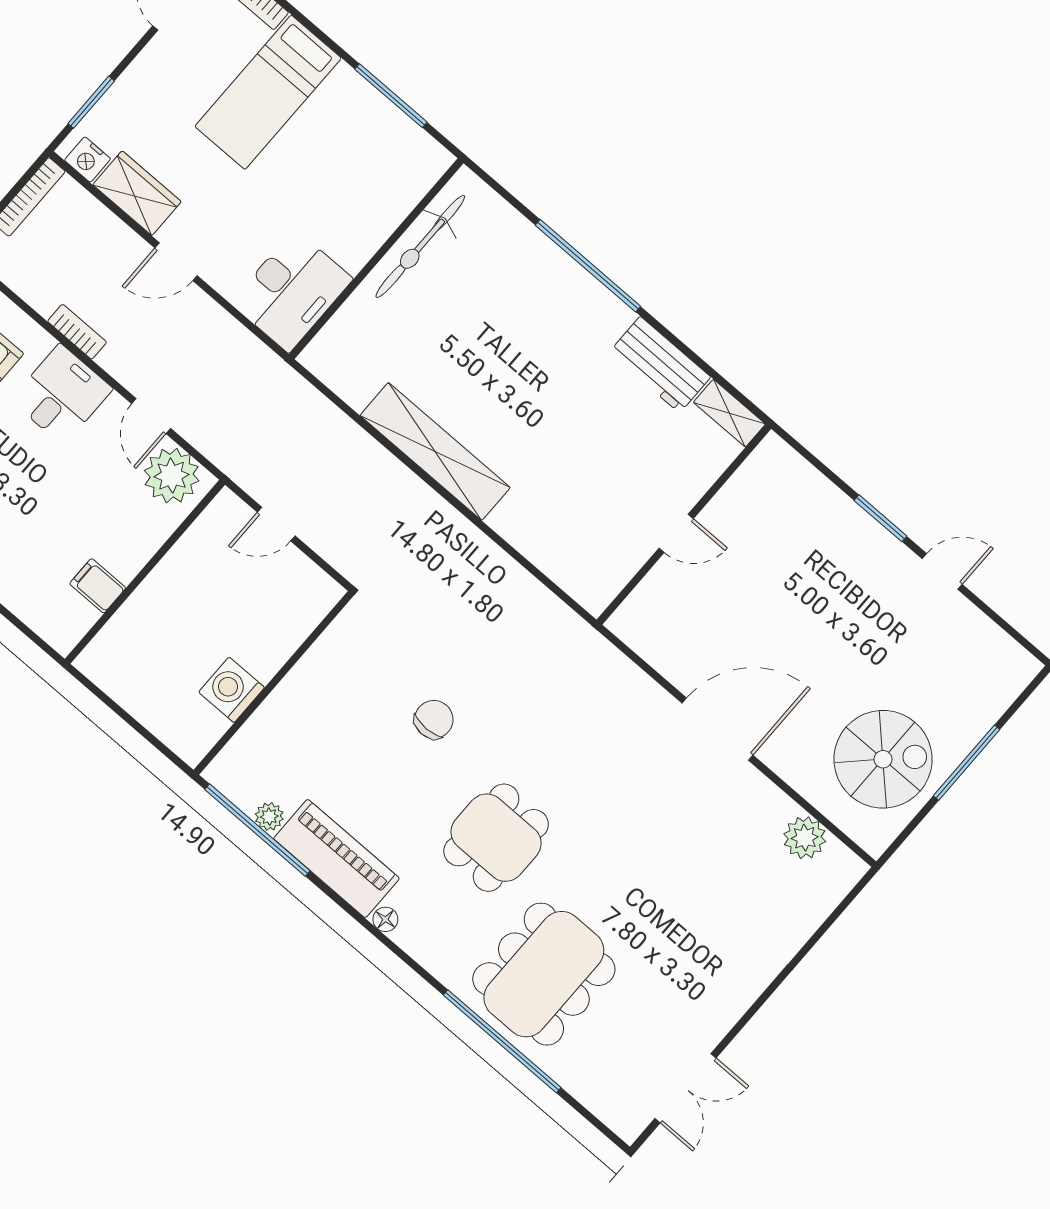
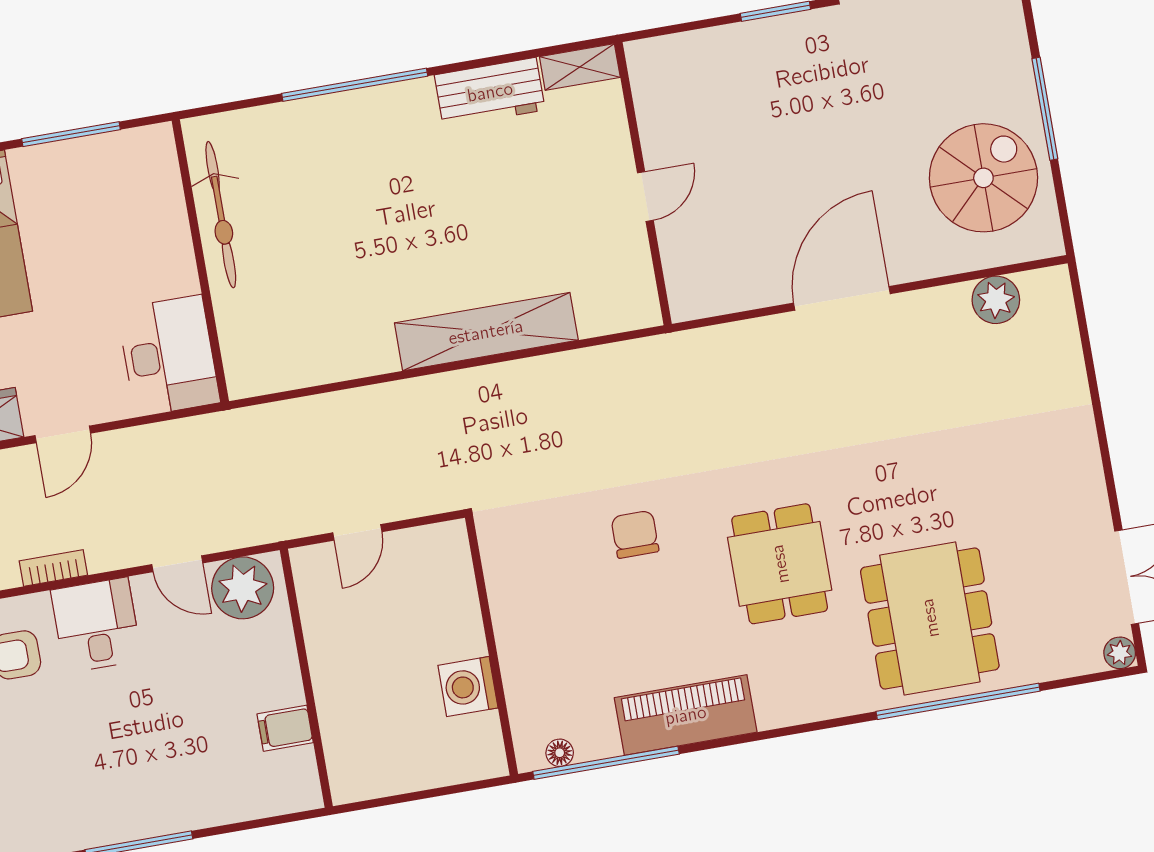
shelving: (435, 451) -> (486, 332), moved
plant: (269, 817) -> (1120, 653), moved
floor lamp: (385, 919) -> (560, 753), moved

